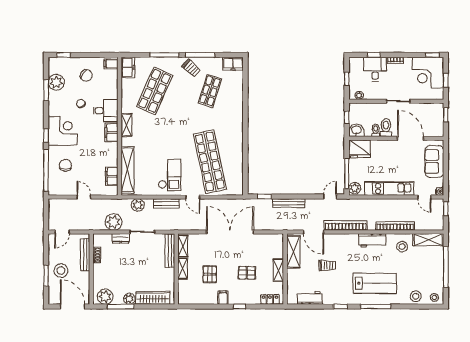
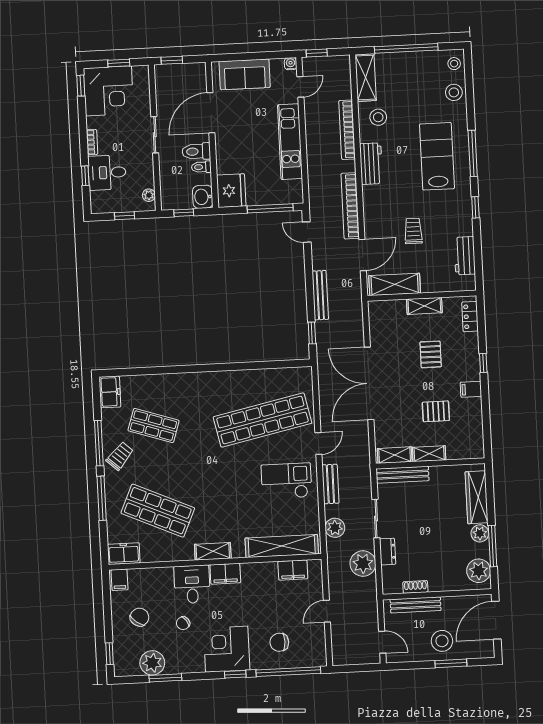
plant: (355, 188) -> (292, 195), removed

